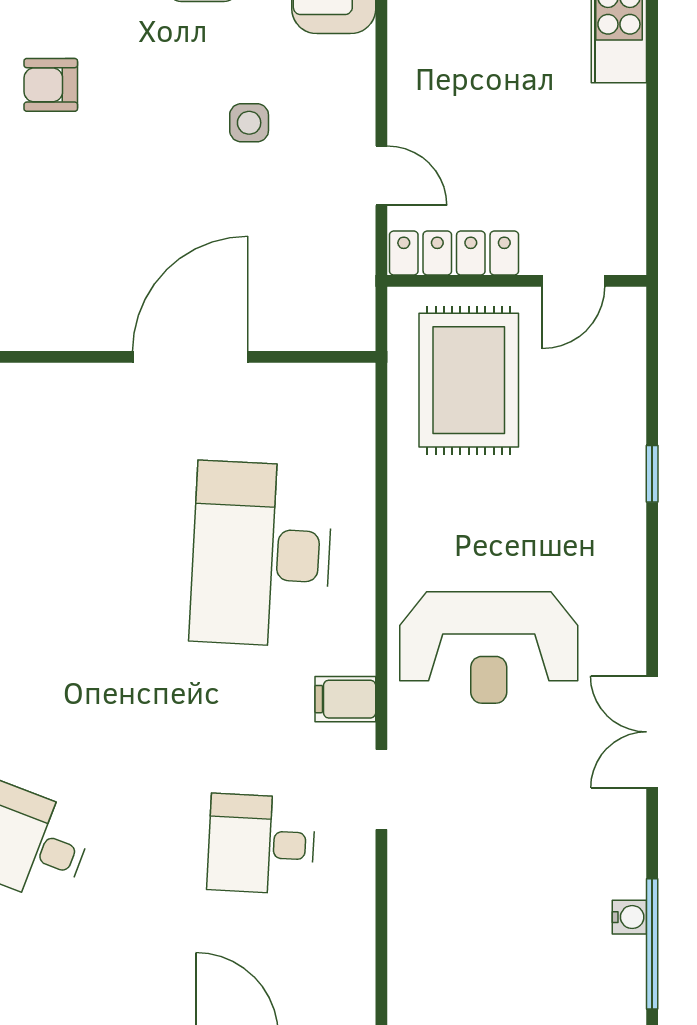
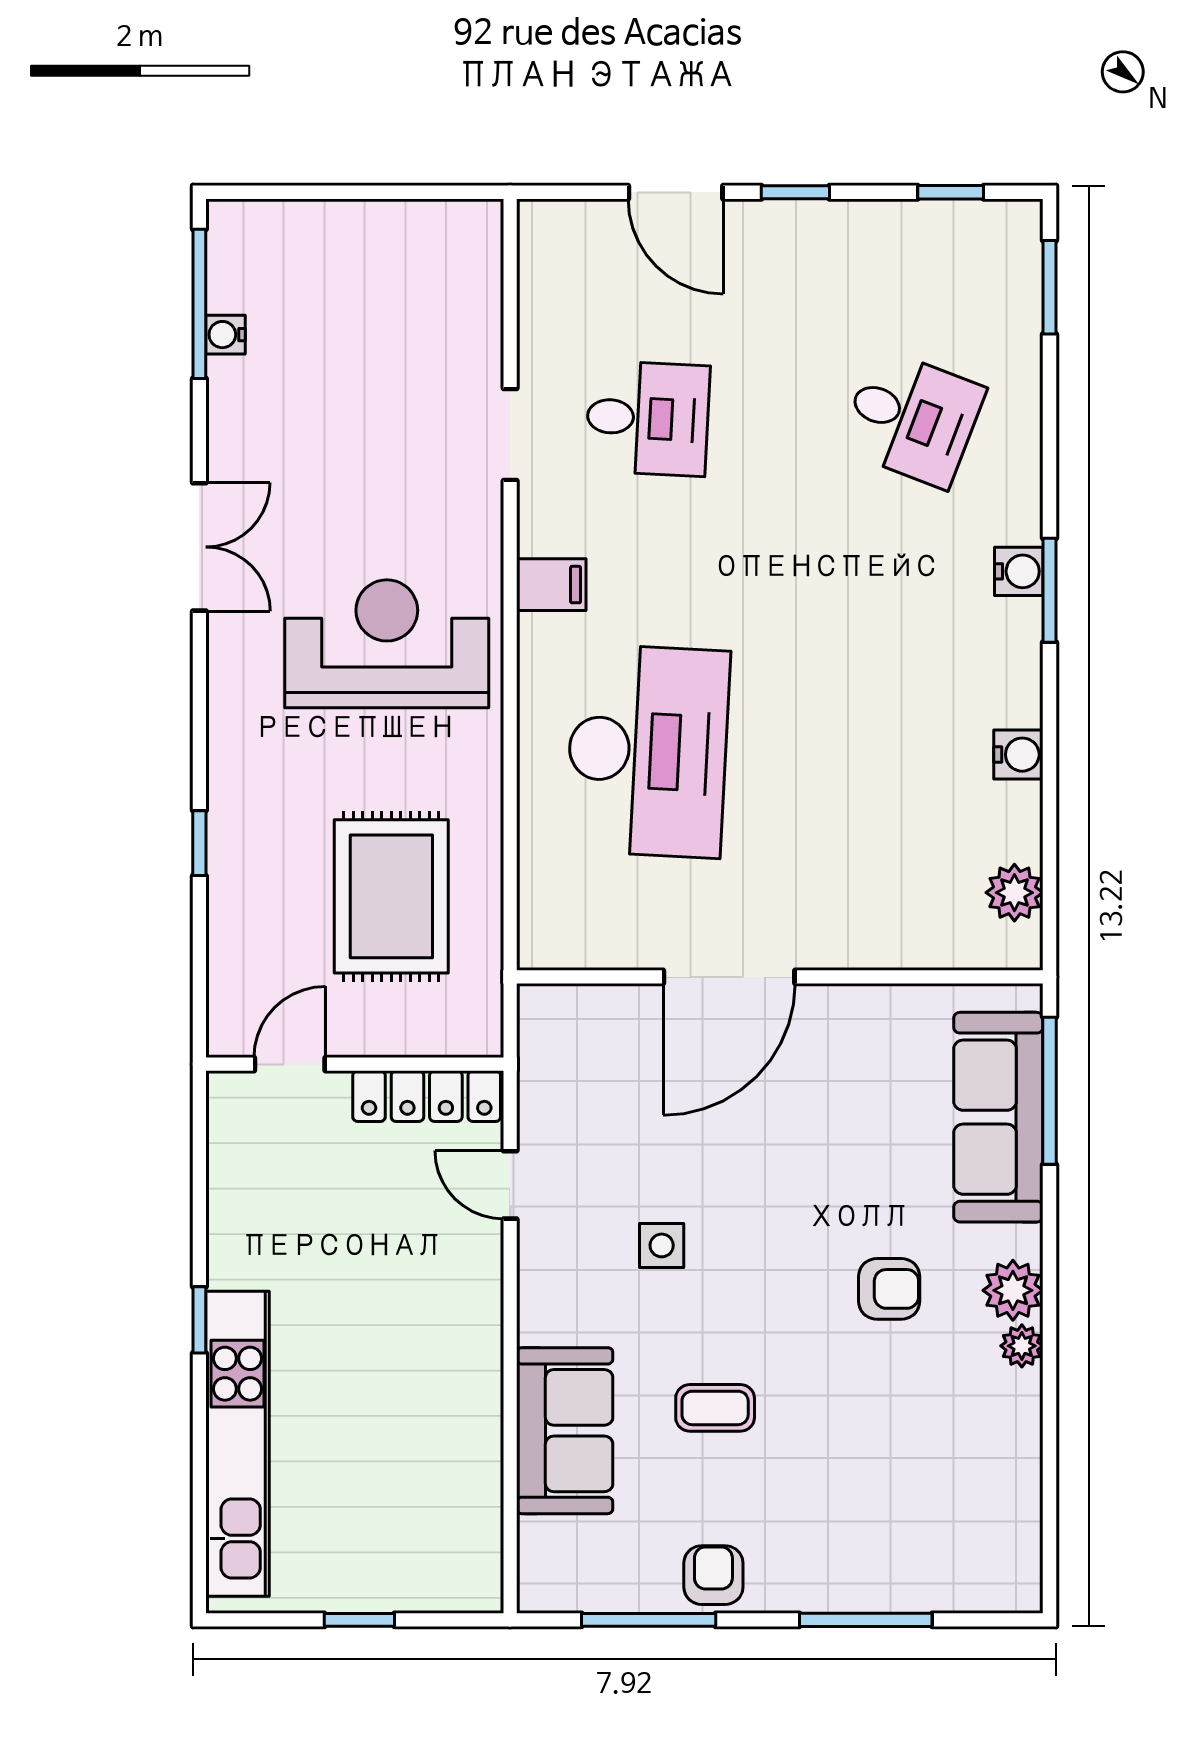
window: (652, 58) -> (199, 1320), added
rug: (469, 380) -> (391, 896), moved
doorway: (381, 789) -> (510, 435), moved

